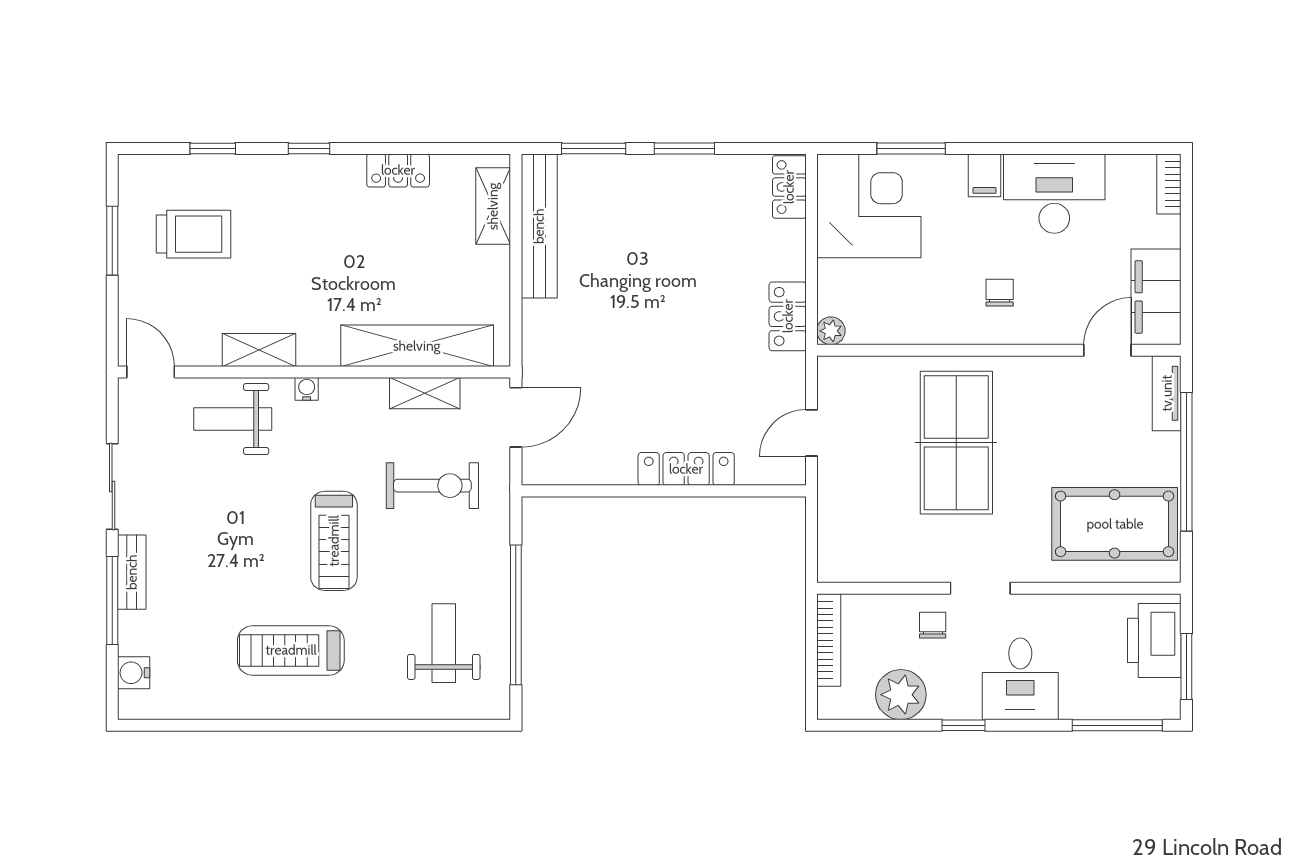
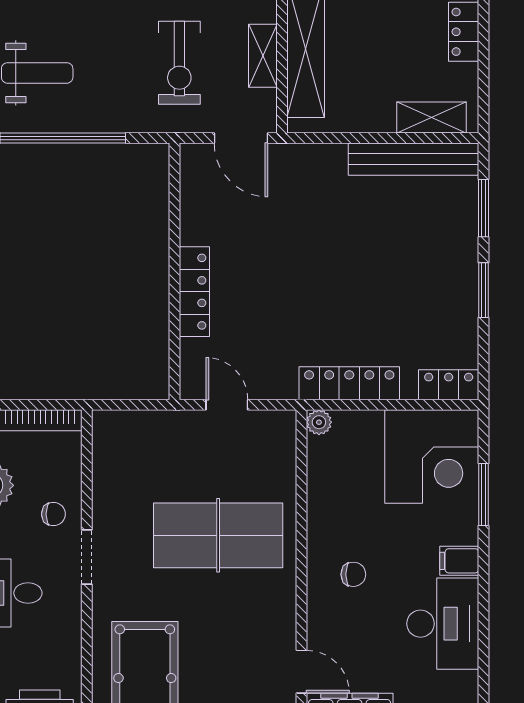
locker: (788, 316) -> (349, 383), width x1.53

